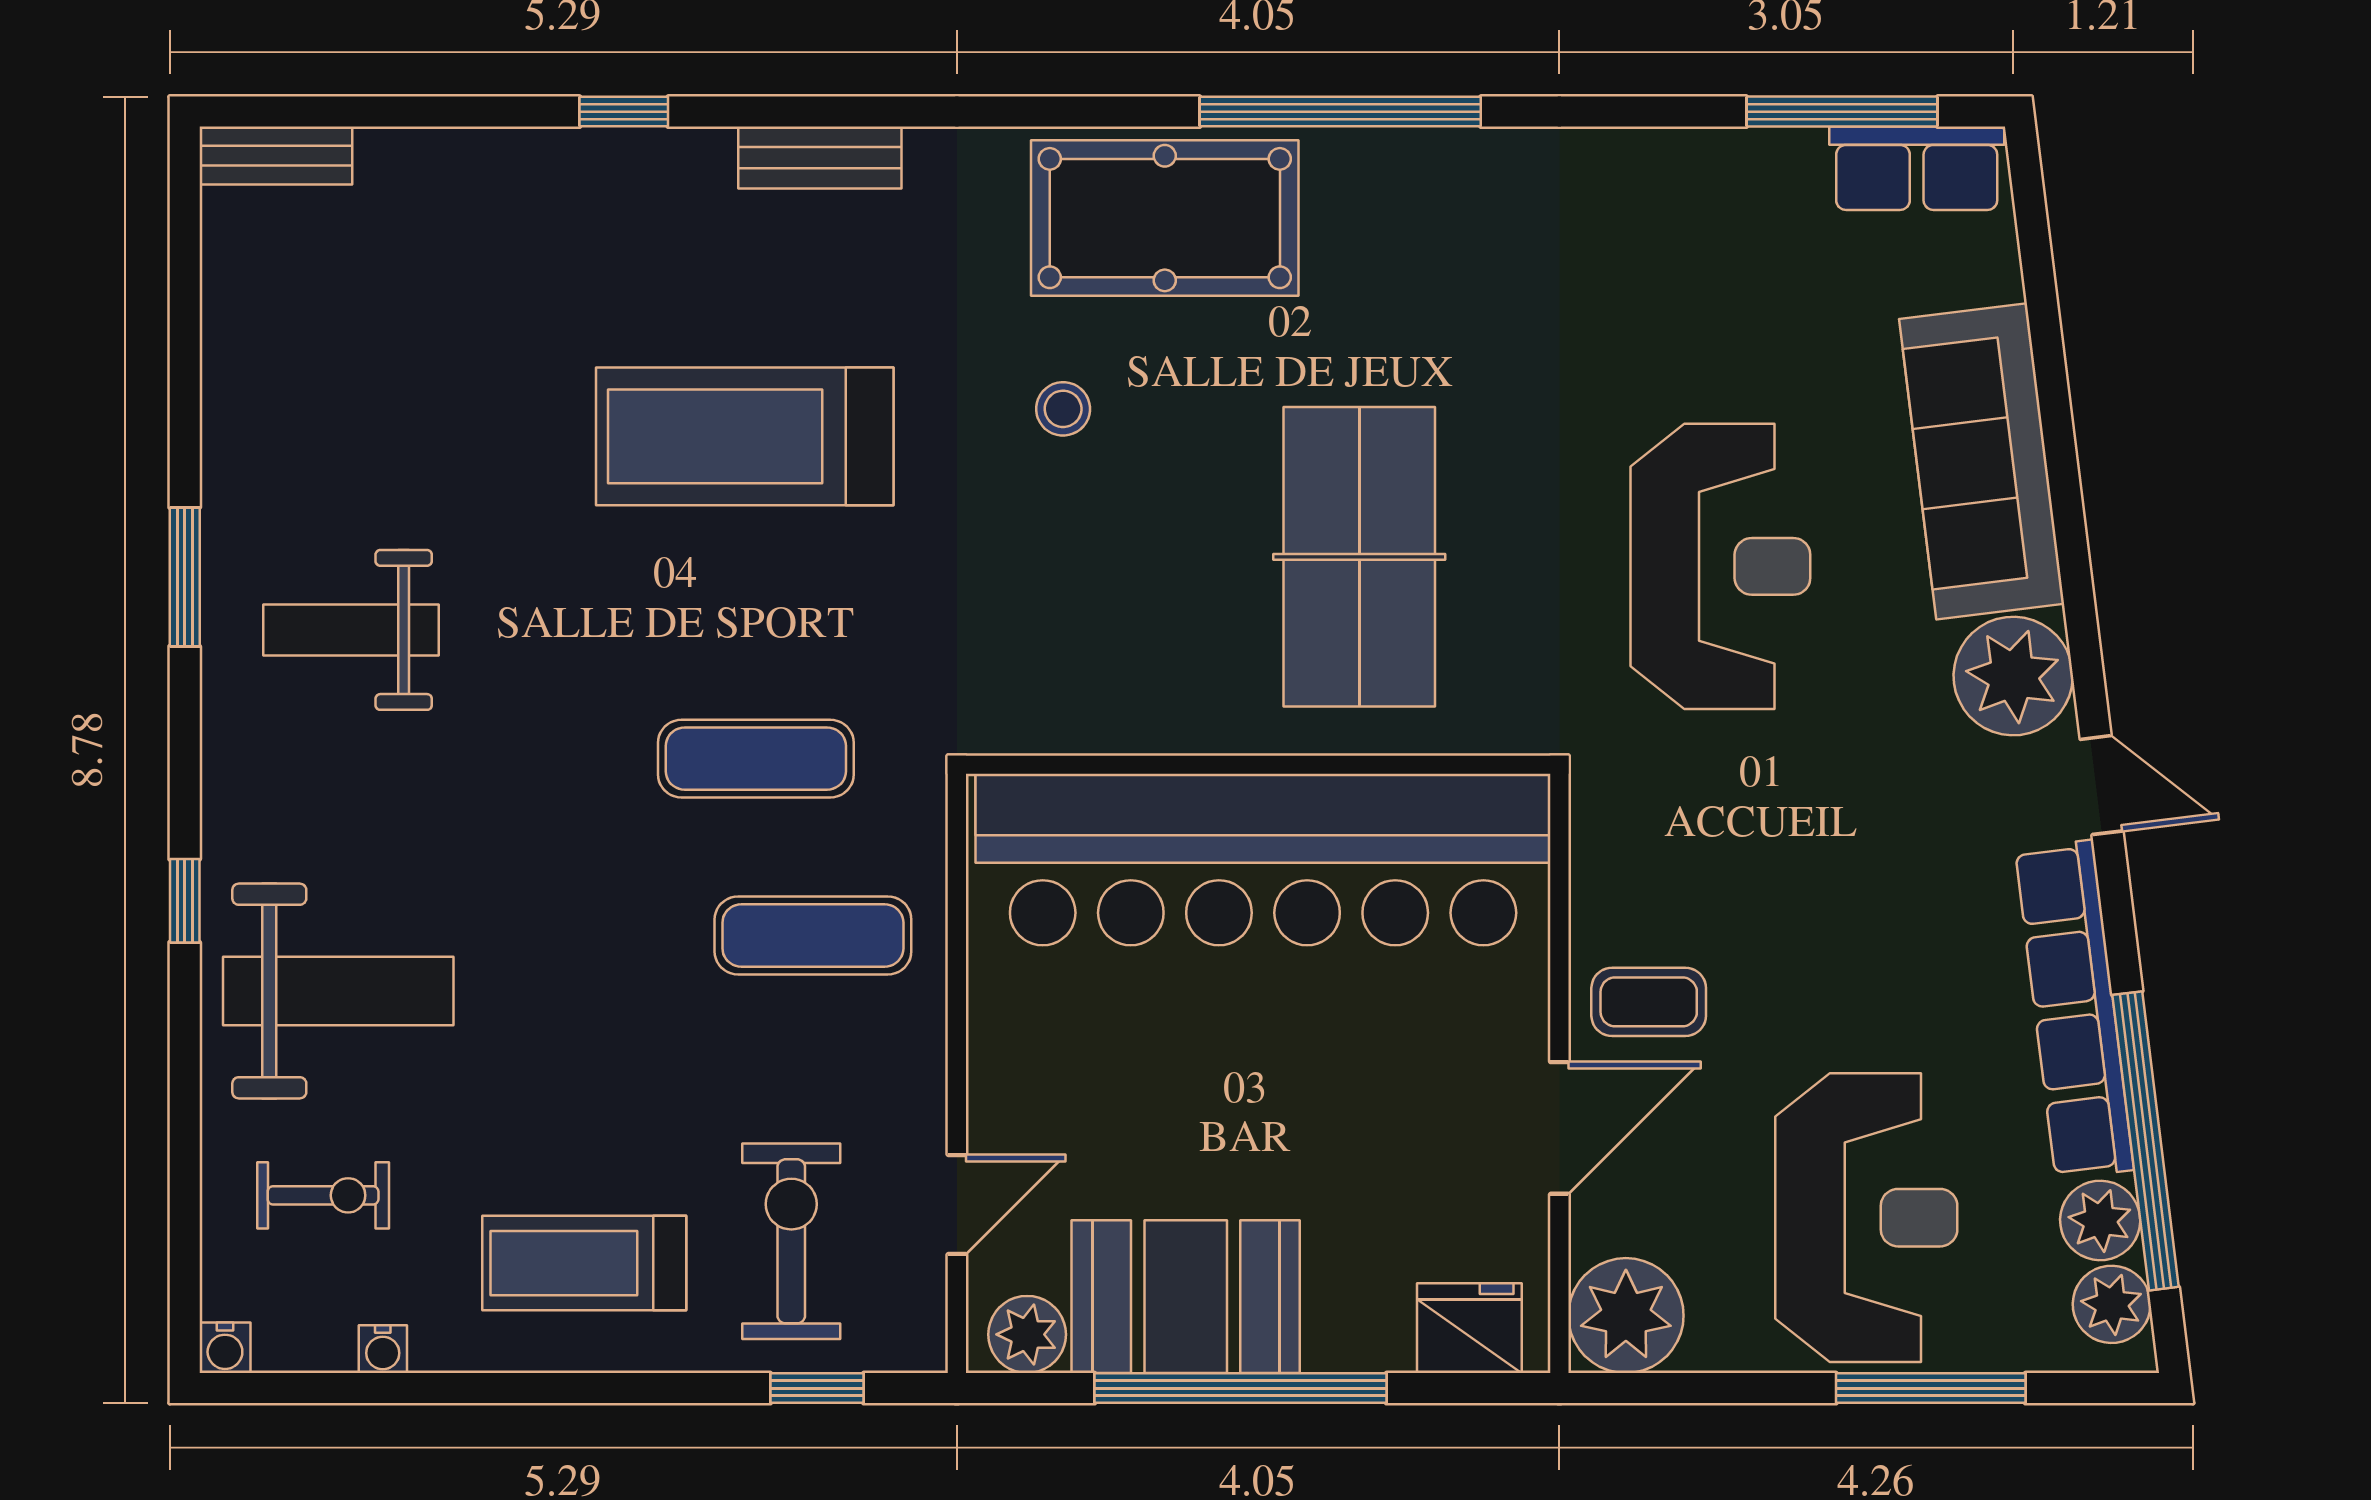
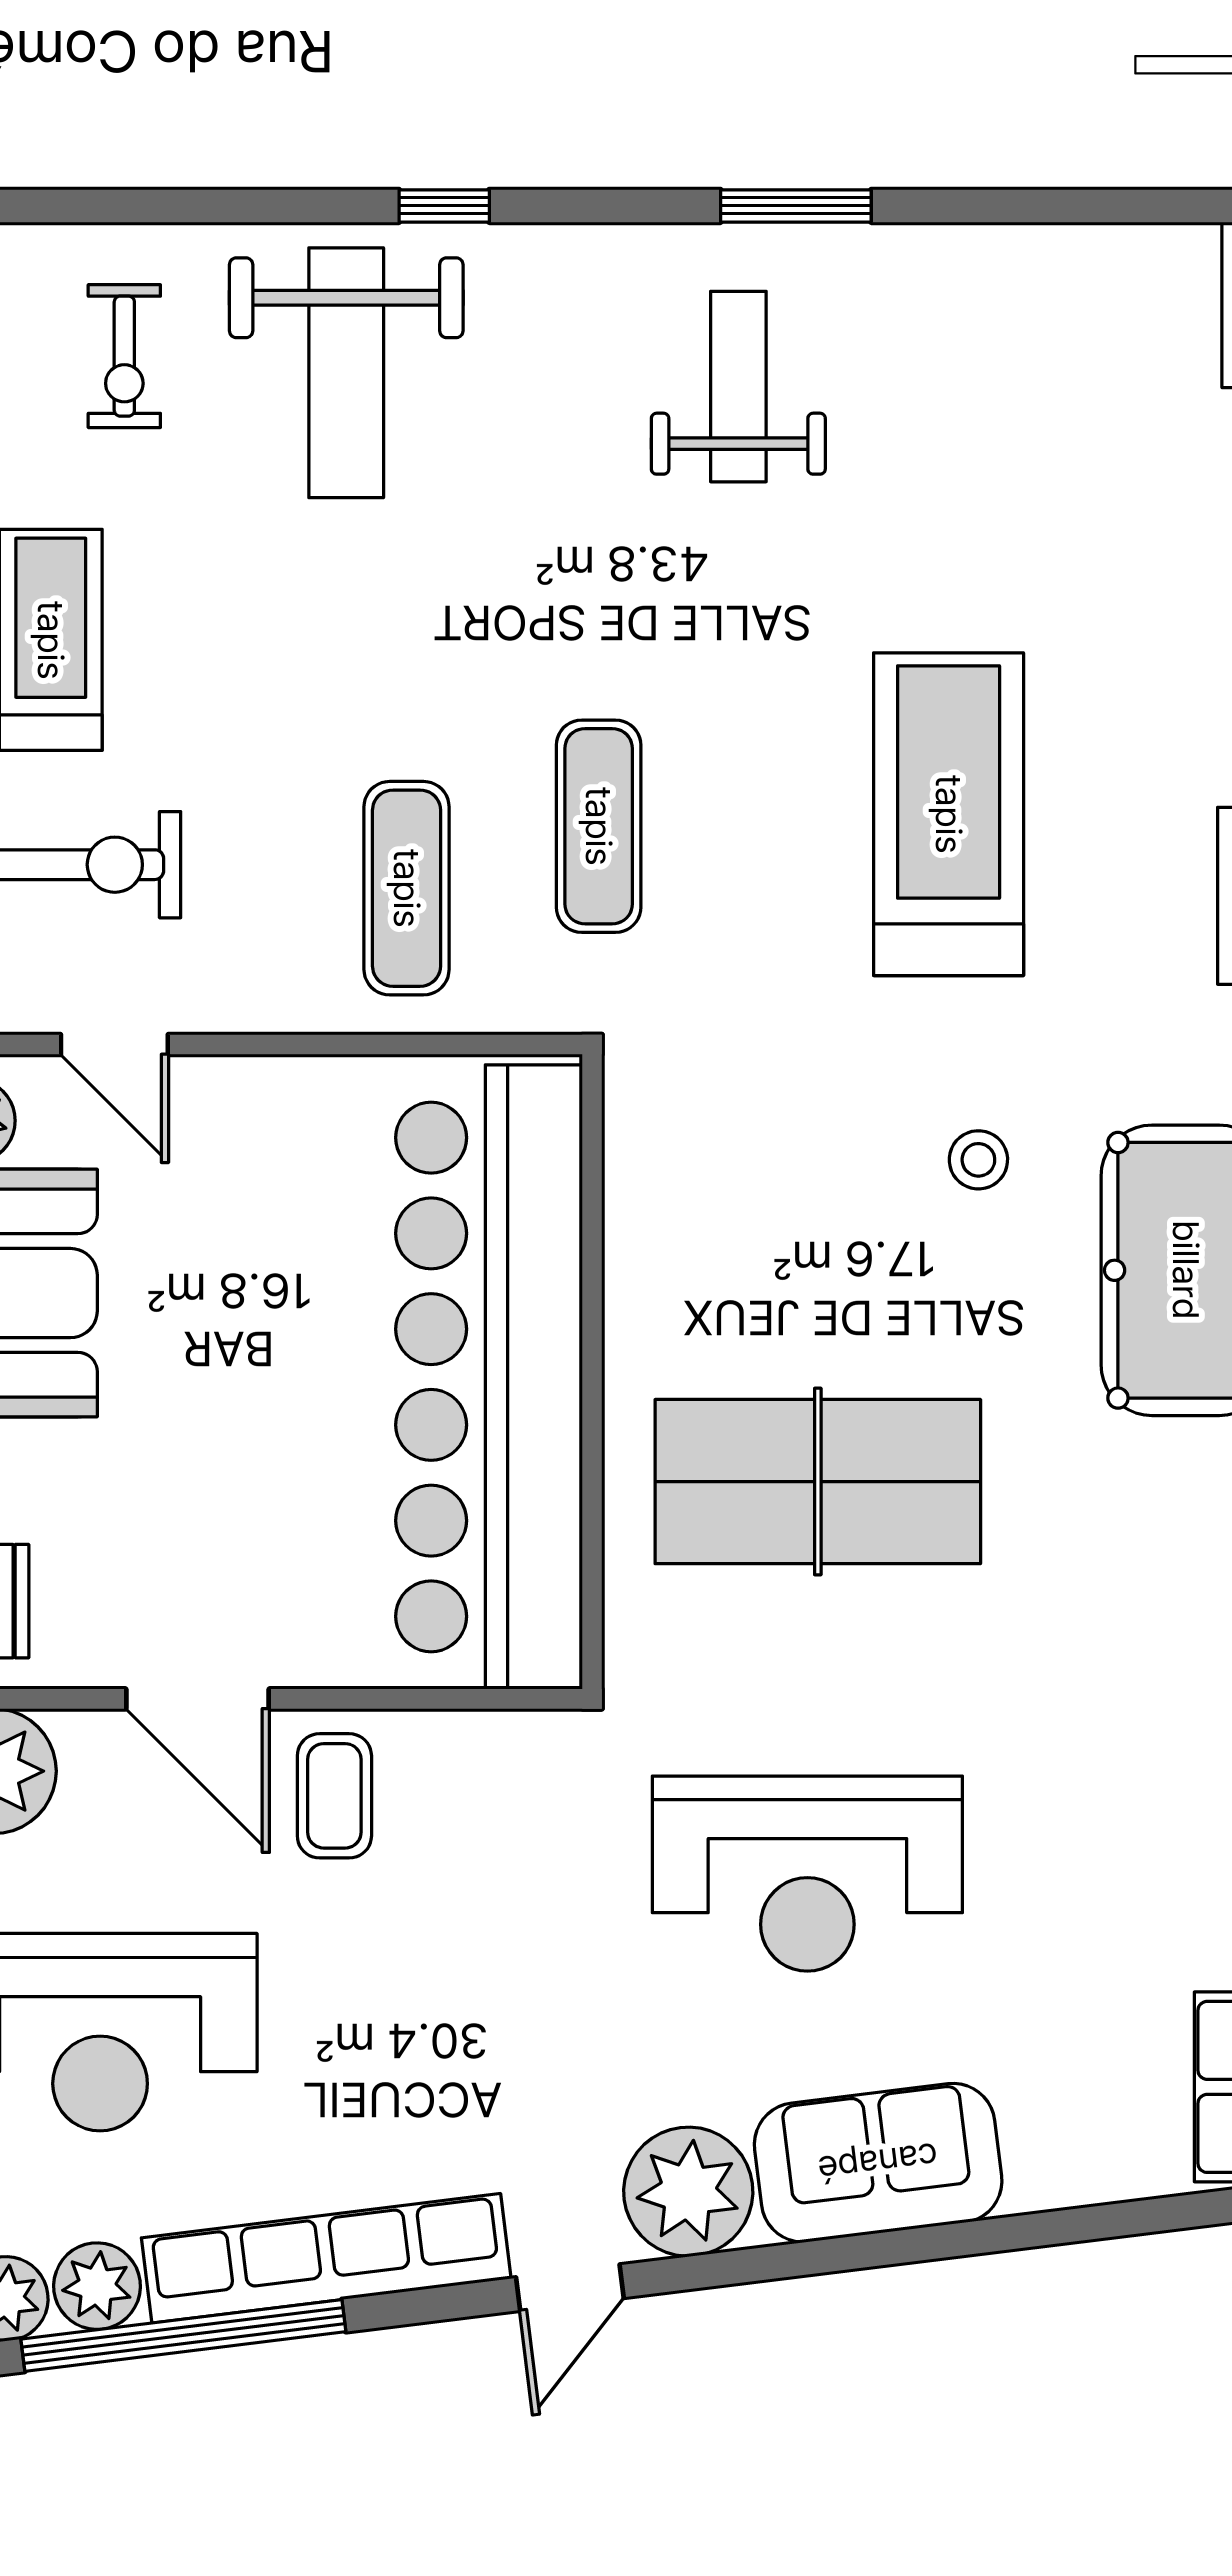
sofa: (1982, 461) -> (878, 2163), width x0.73

